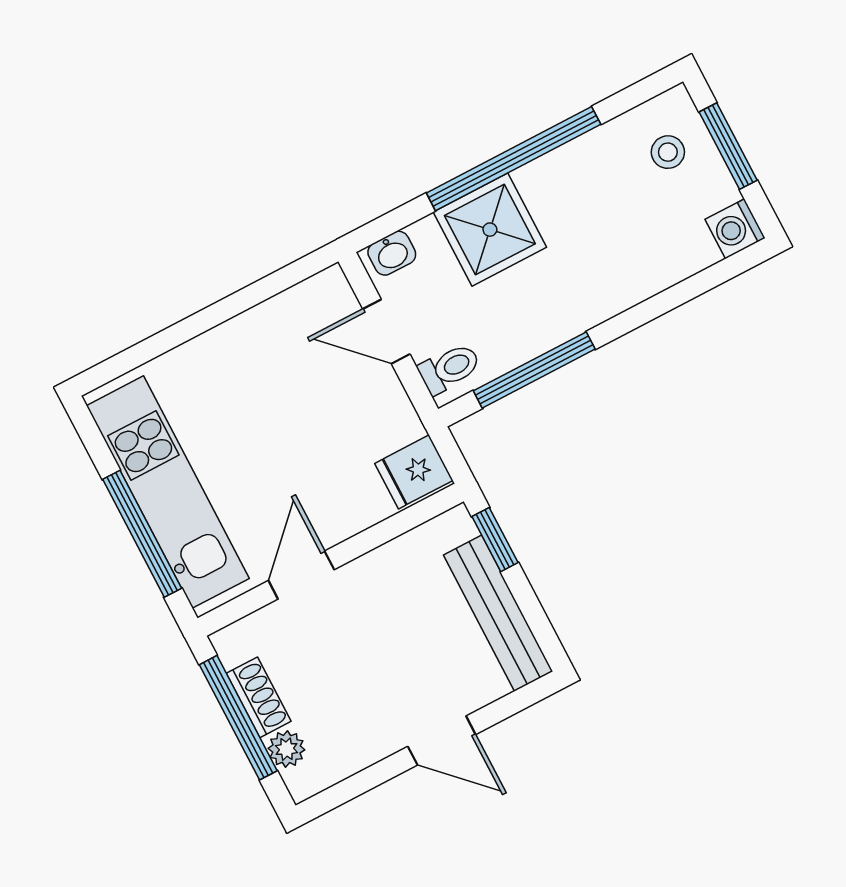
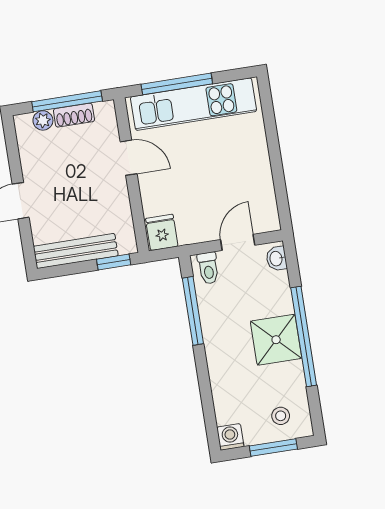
shower: (490, 230) -> (276, 340), moved

